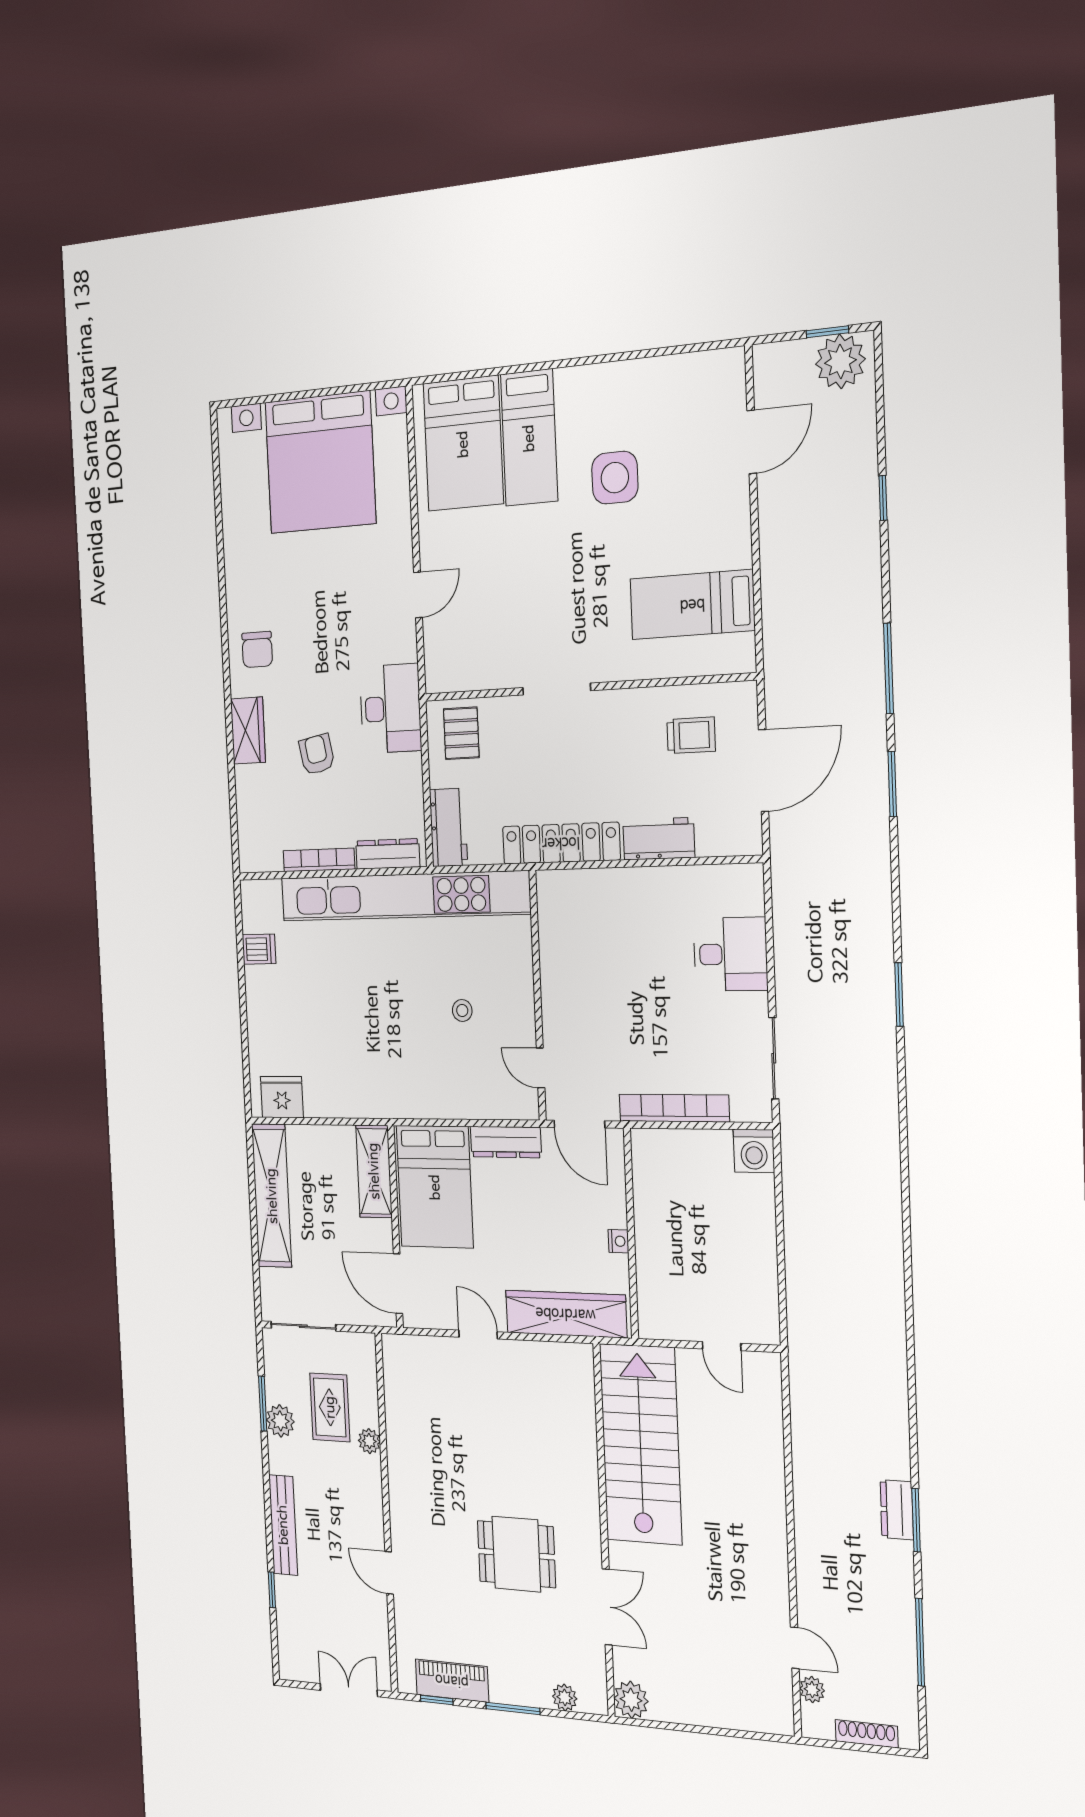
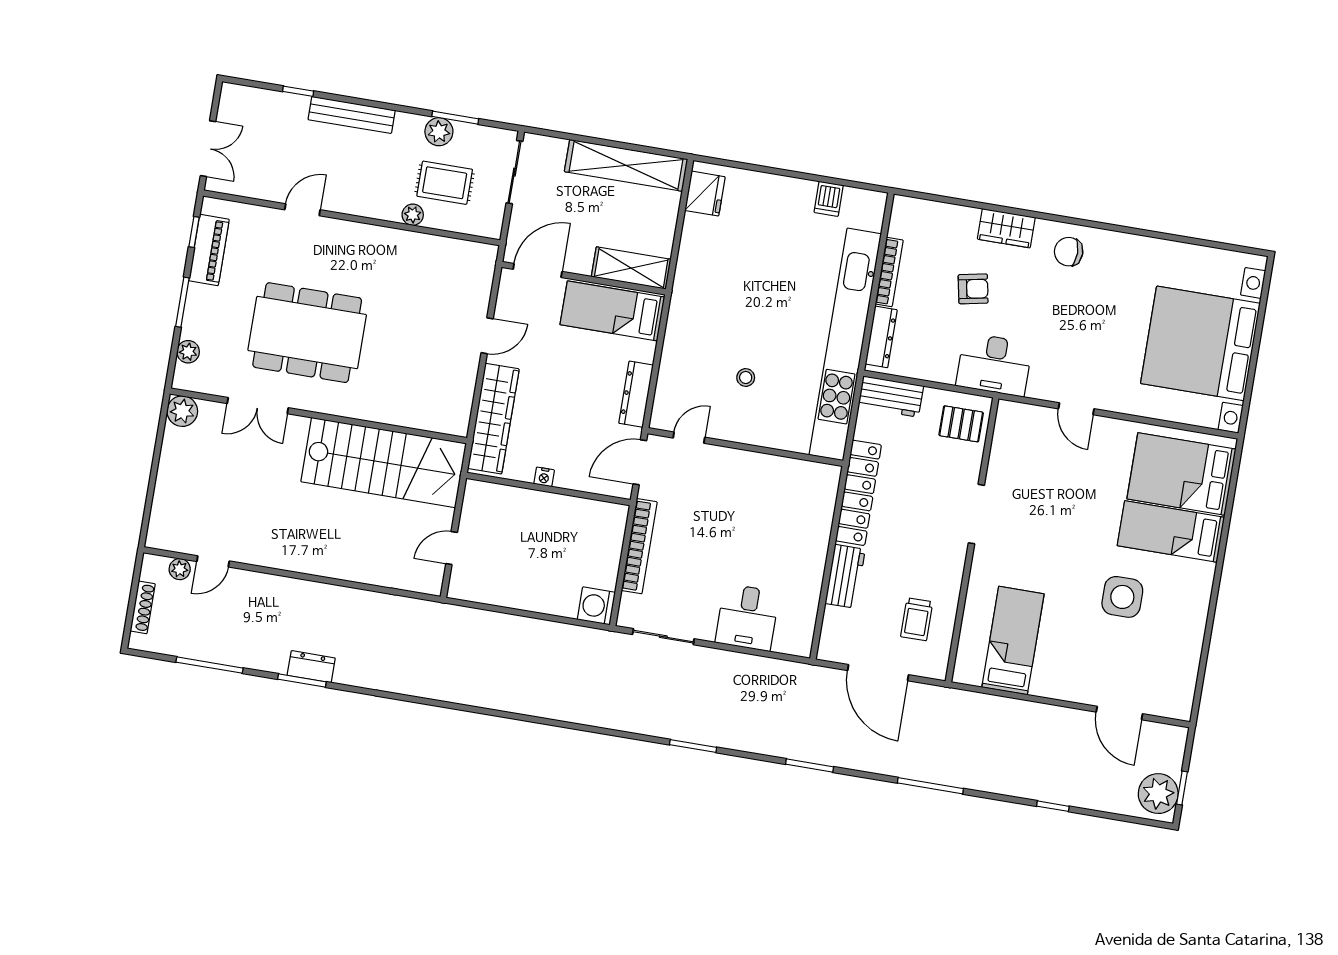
window: (892, 784) -> (810, 765), moved
bed: (435, 1187) -> (612, 311), width x0.67
dining table: (516, 1554) -> (307, 333), width x1.88, depth x1.24

